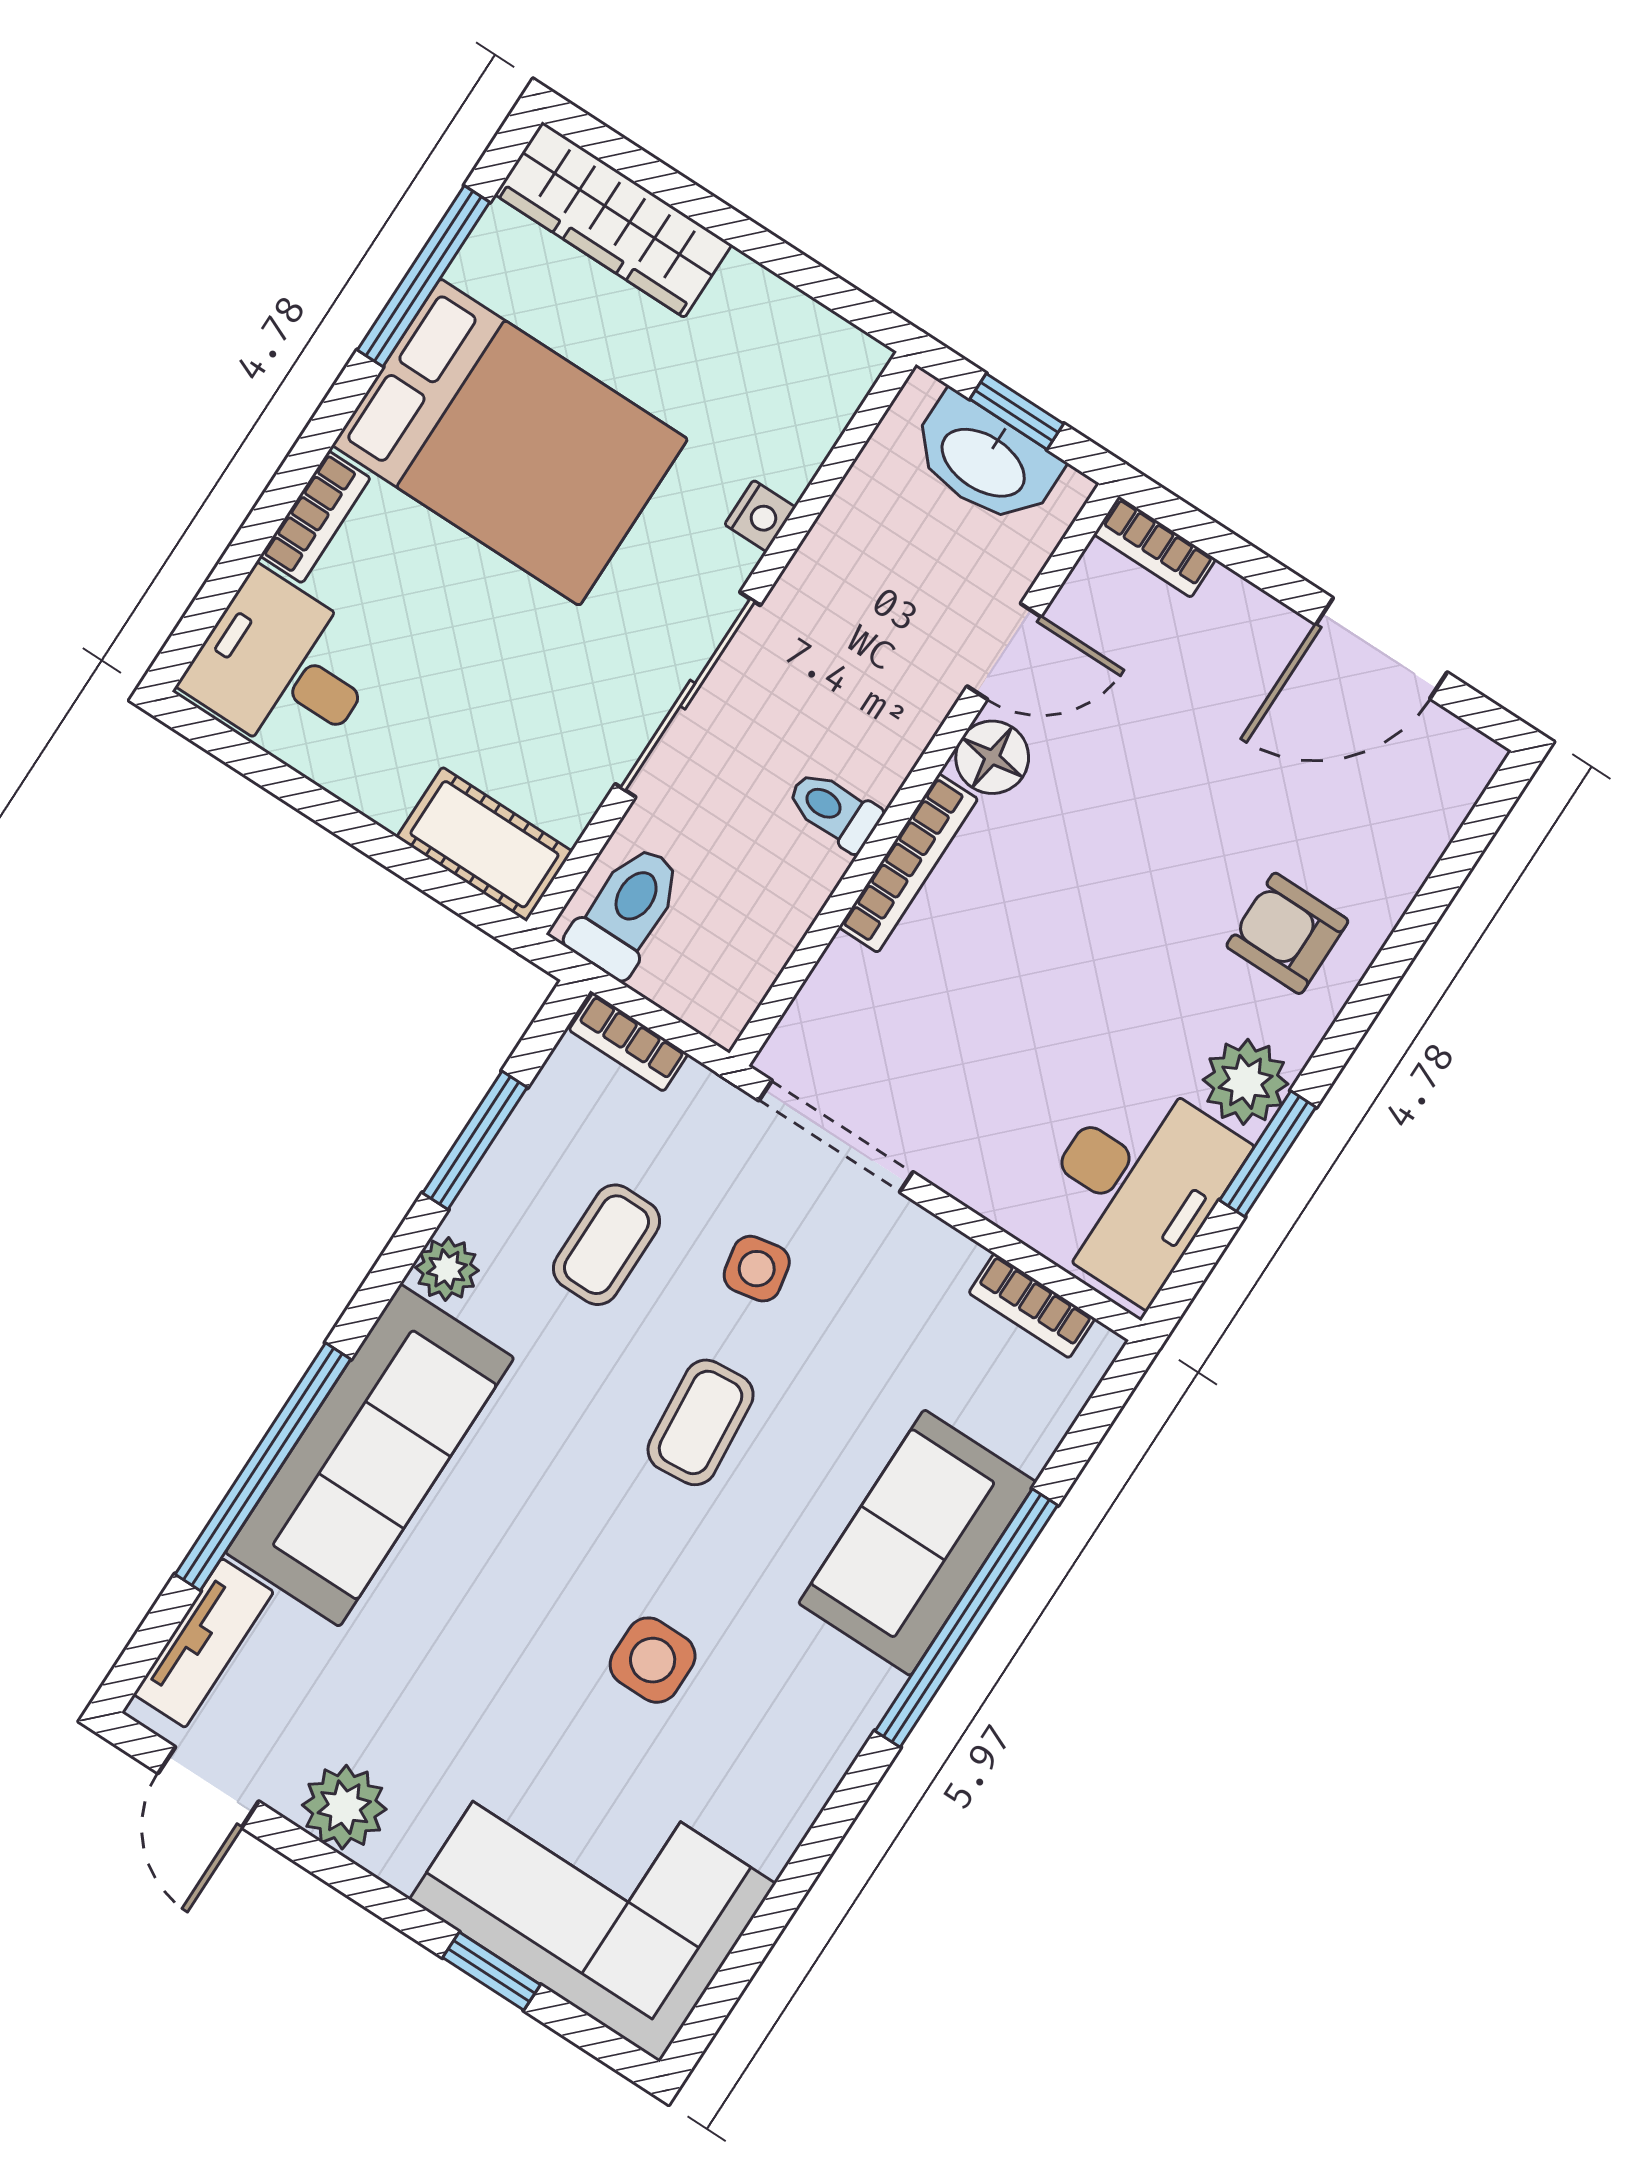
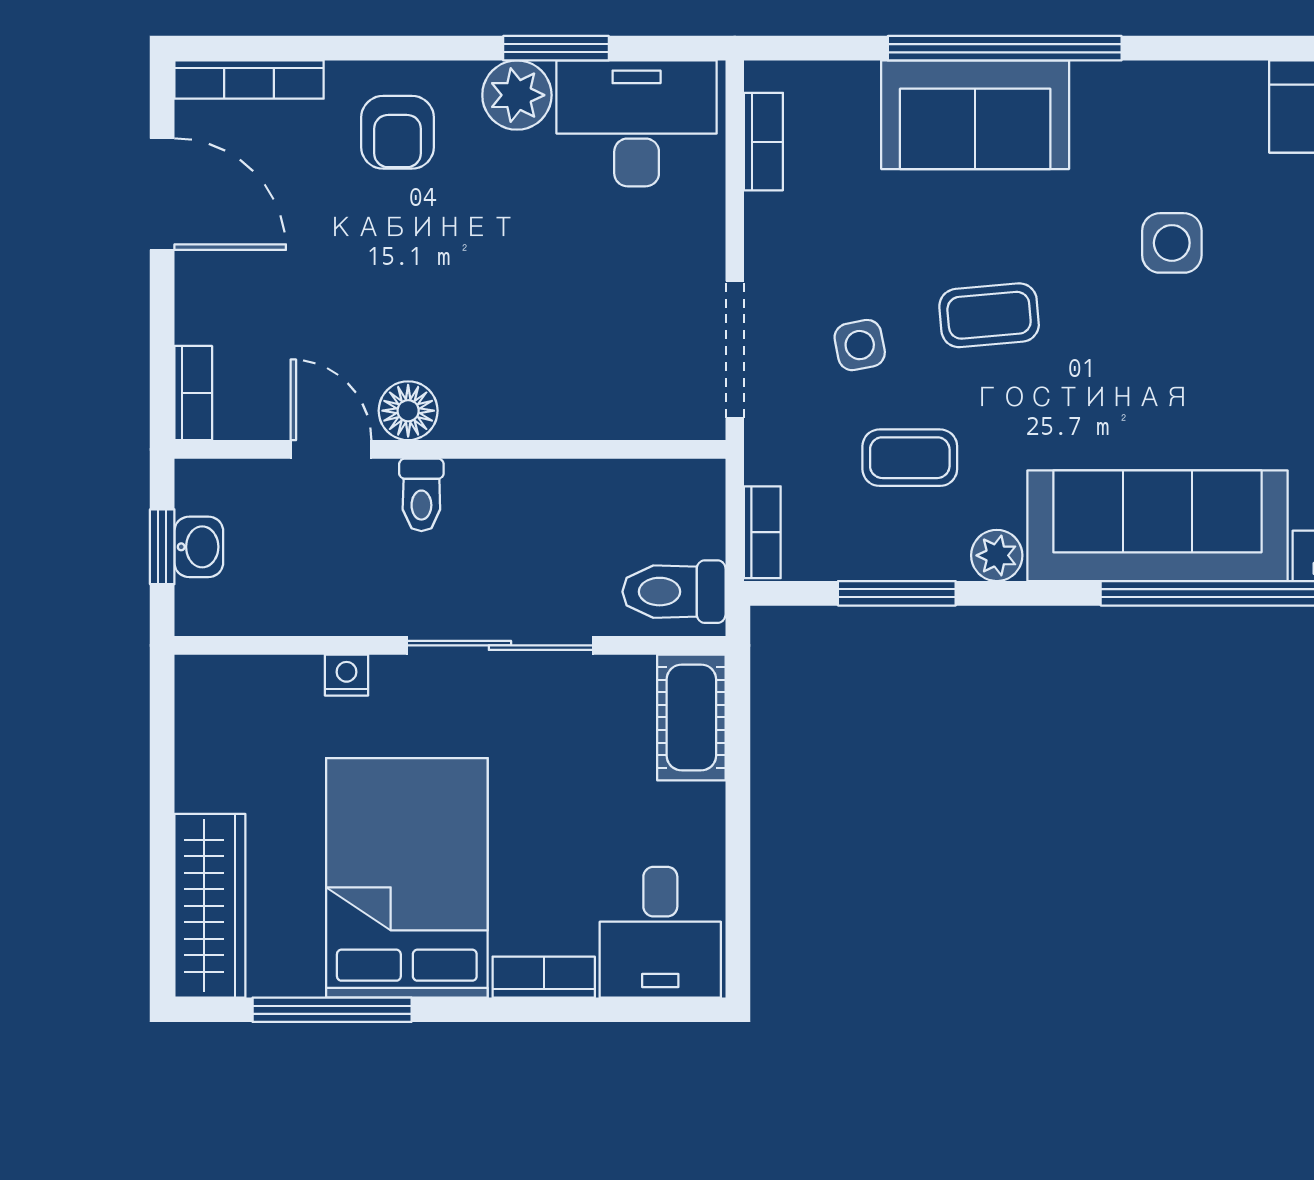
washbasin: (985, 461) -> (199, 547), width x0.52, depth x0.69
toilet: (834, 810) -> (421, 495), moved
bookcase: (908, 863) -> (249, 80), moved, turned 180

